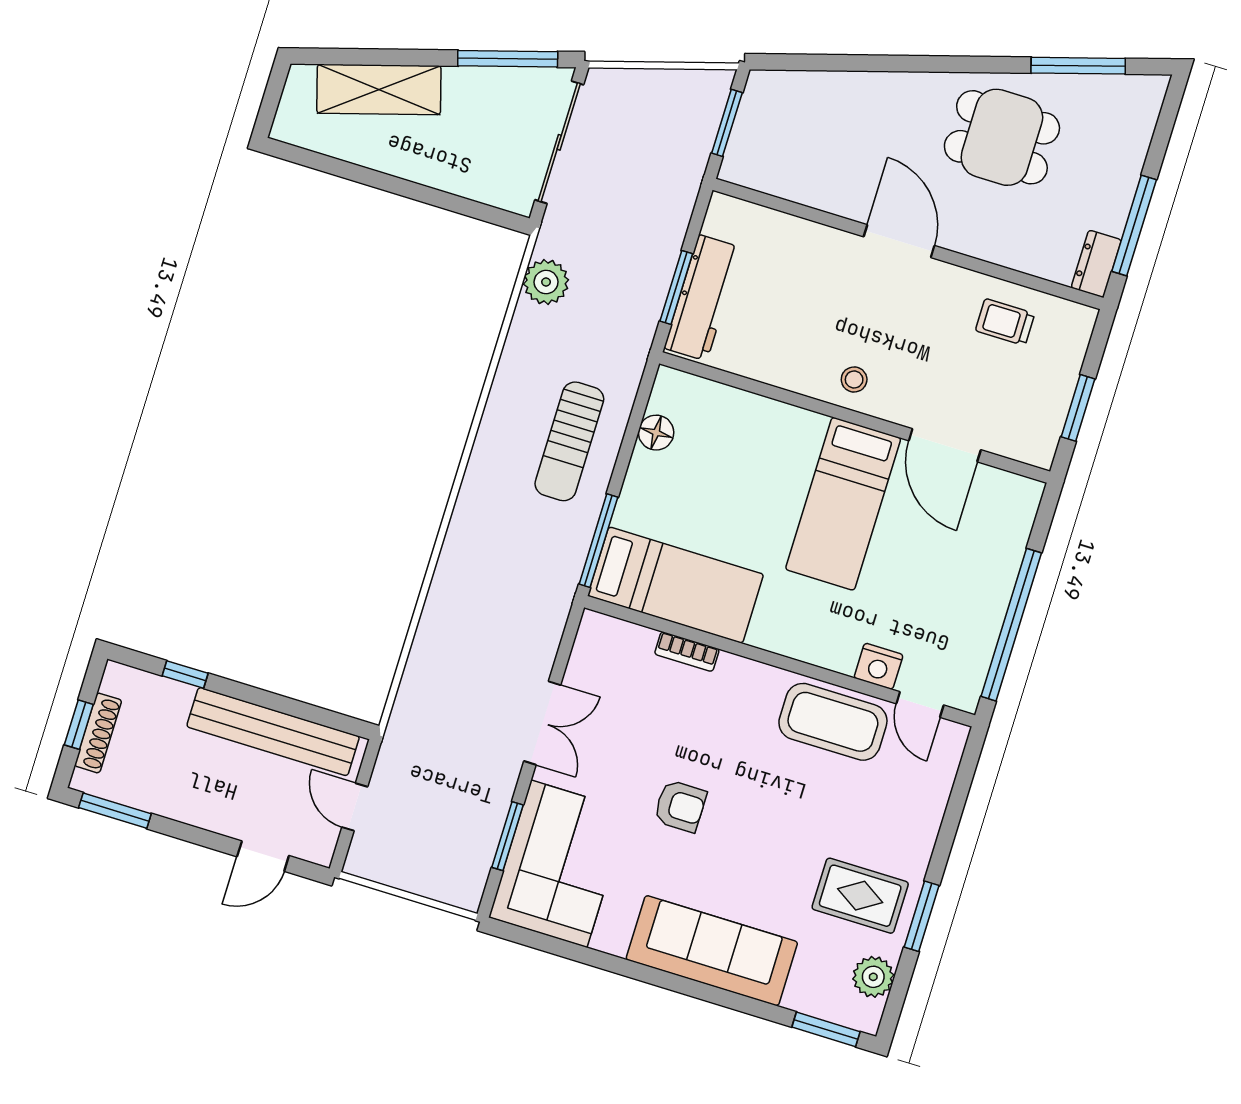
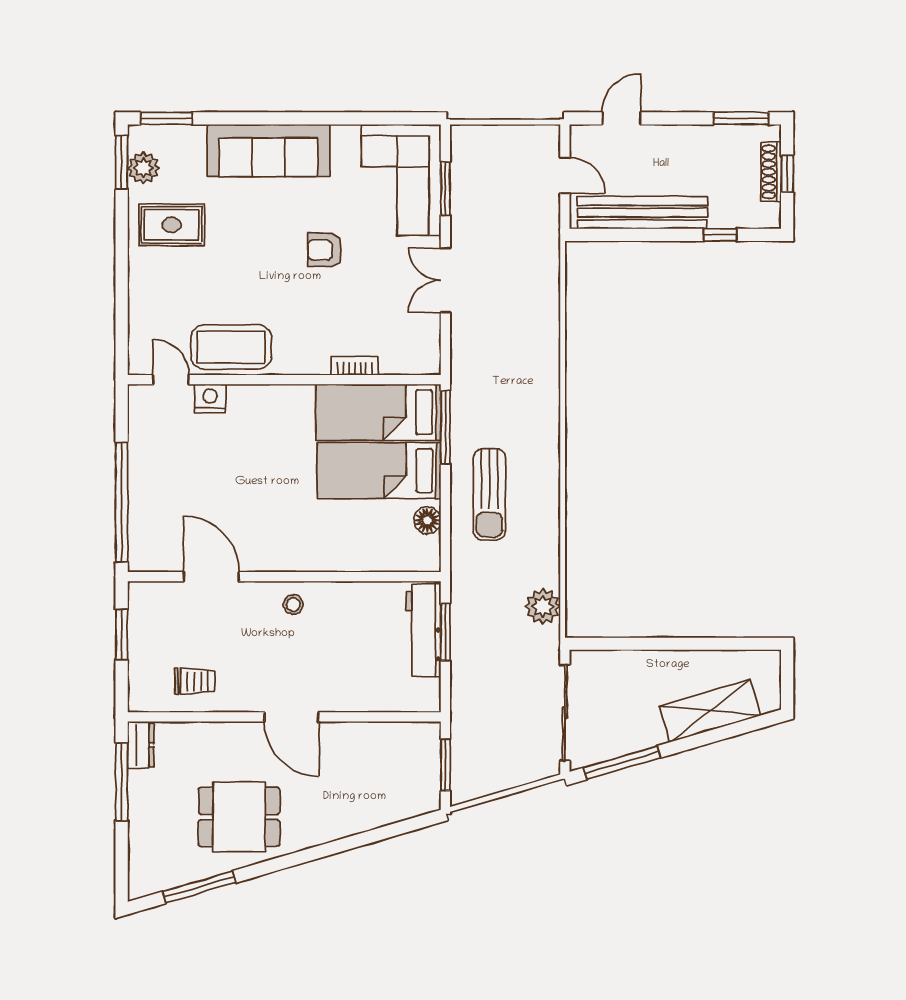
sun lounger: (569, 441) -> (489, 494), turned 180
bed: (843, 504) -> (379, 471), moved, turned -90
window: (1011, 625) -> (122, 502), moved
window: (922, 916) -> (122, 162), moved

